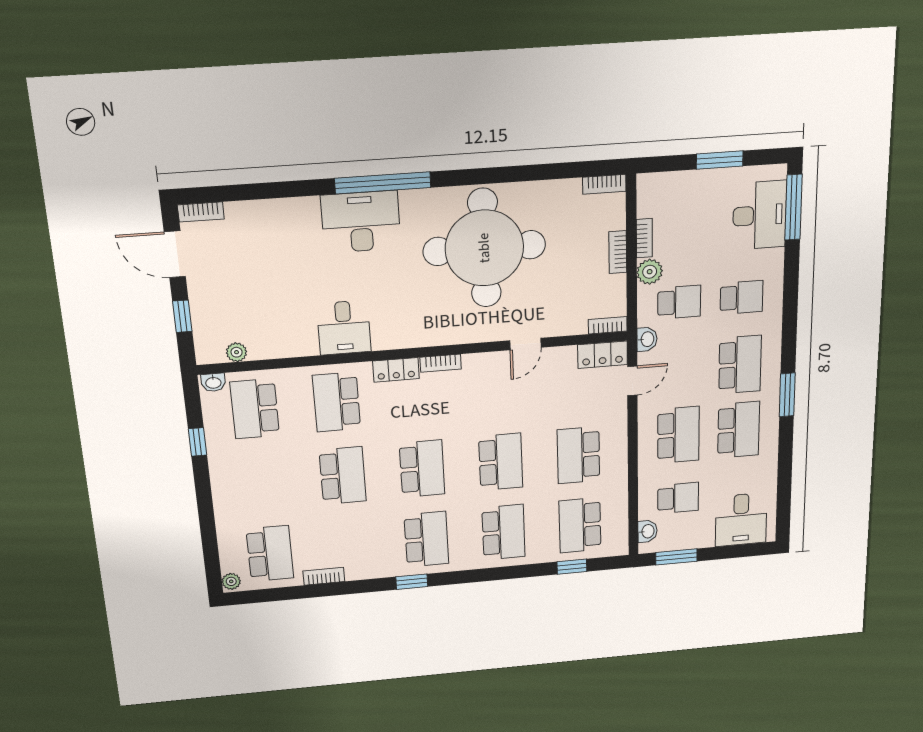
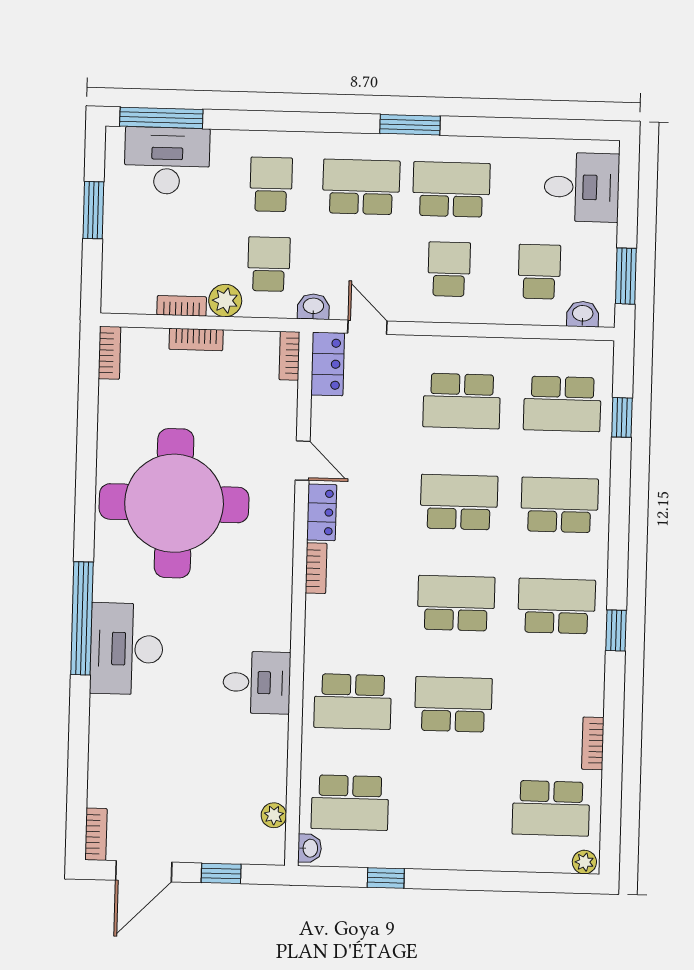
locker: (396, 370) -> (322, 512), moved
school desk: (678, 435) -> (449, 269), width x0.54
school desk: (270, 554) -> (551, 808), turned 180

